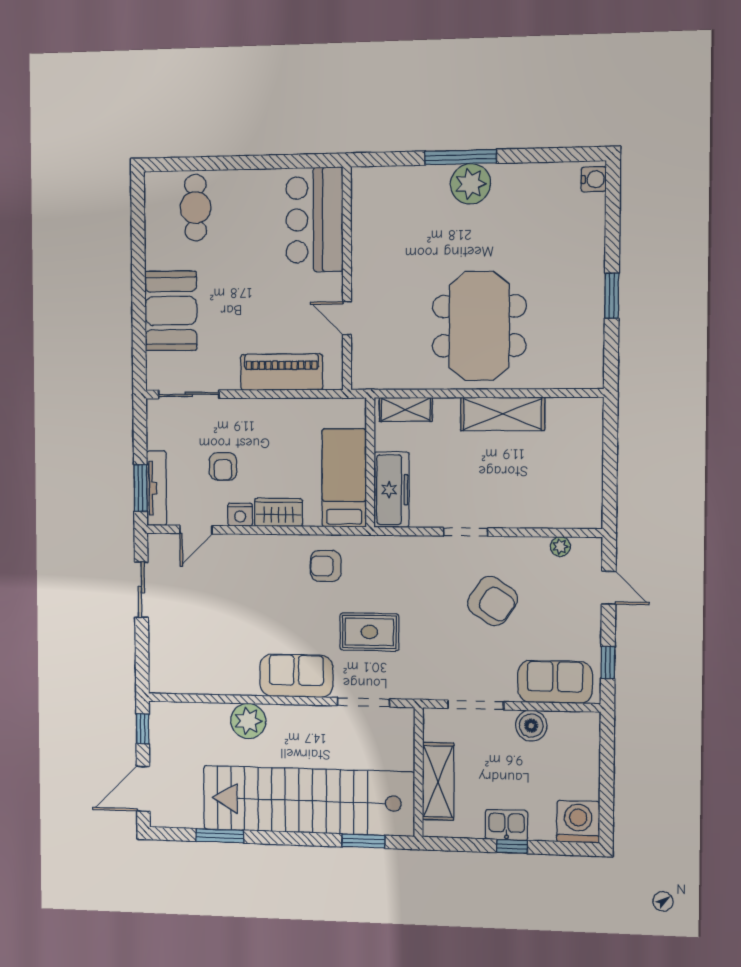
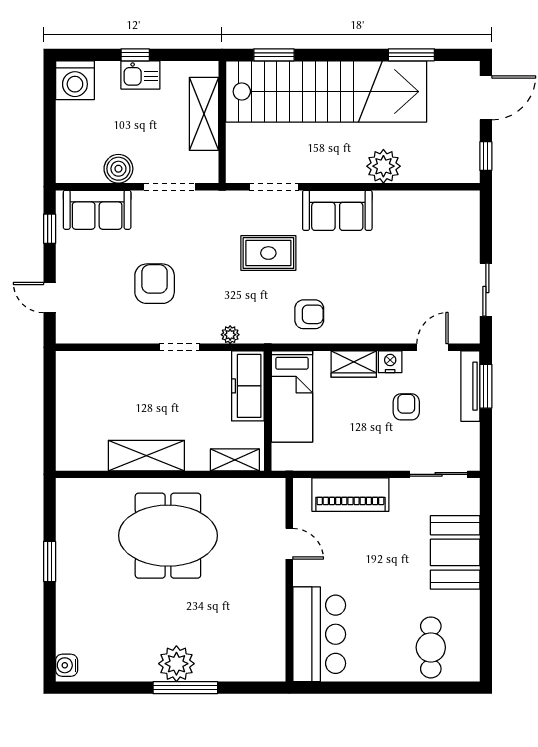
meeting table: (479, 326) -> (168, 536), turned 90
plant: (560, 547) -> (230, 335), moved
armchair: (492, 601) -> (155, 284), turned 56

